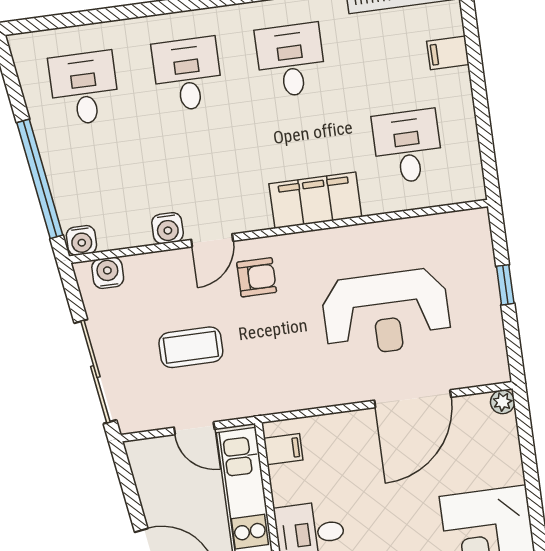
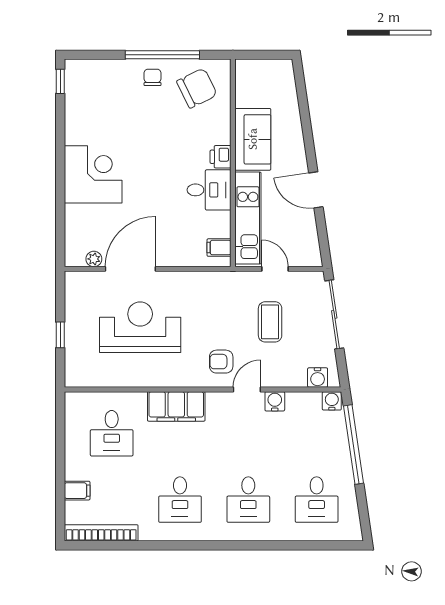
coffee table: (191, 347) -> (270, 322), turned 90
plant: (503, 402) -> (94, 259), moved

